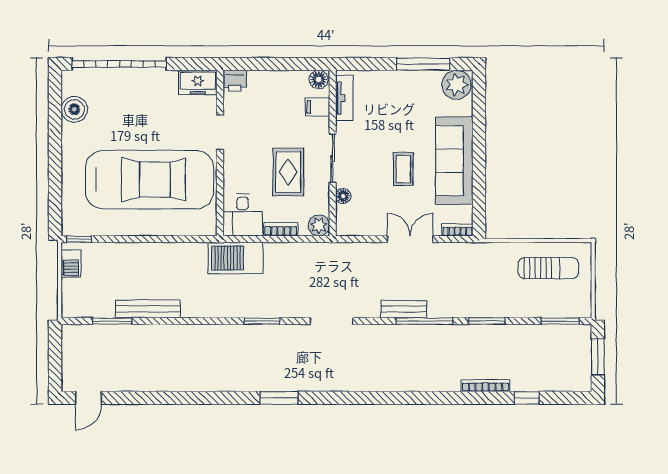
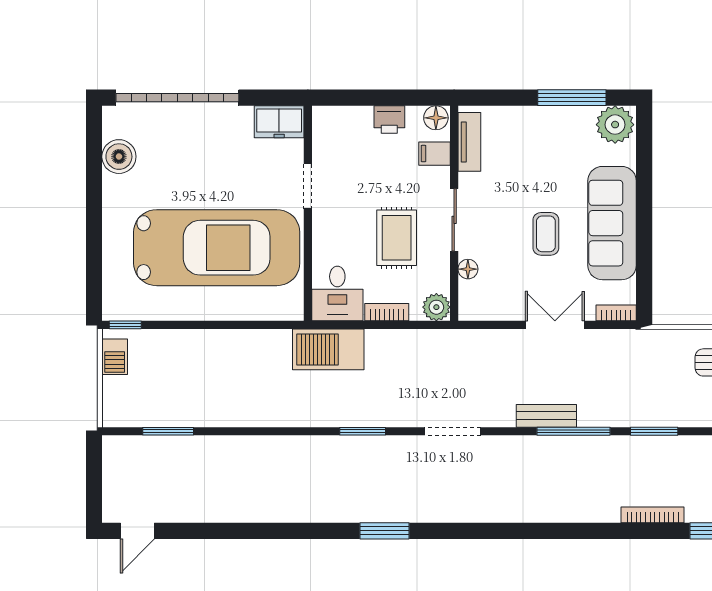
printer: (235, 81) -> (389, 119), moved
bench: (148, 309) -> (215, 416), removed

